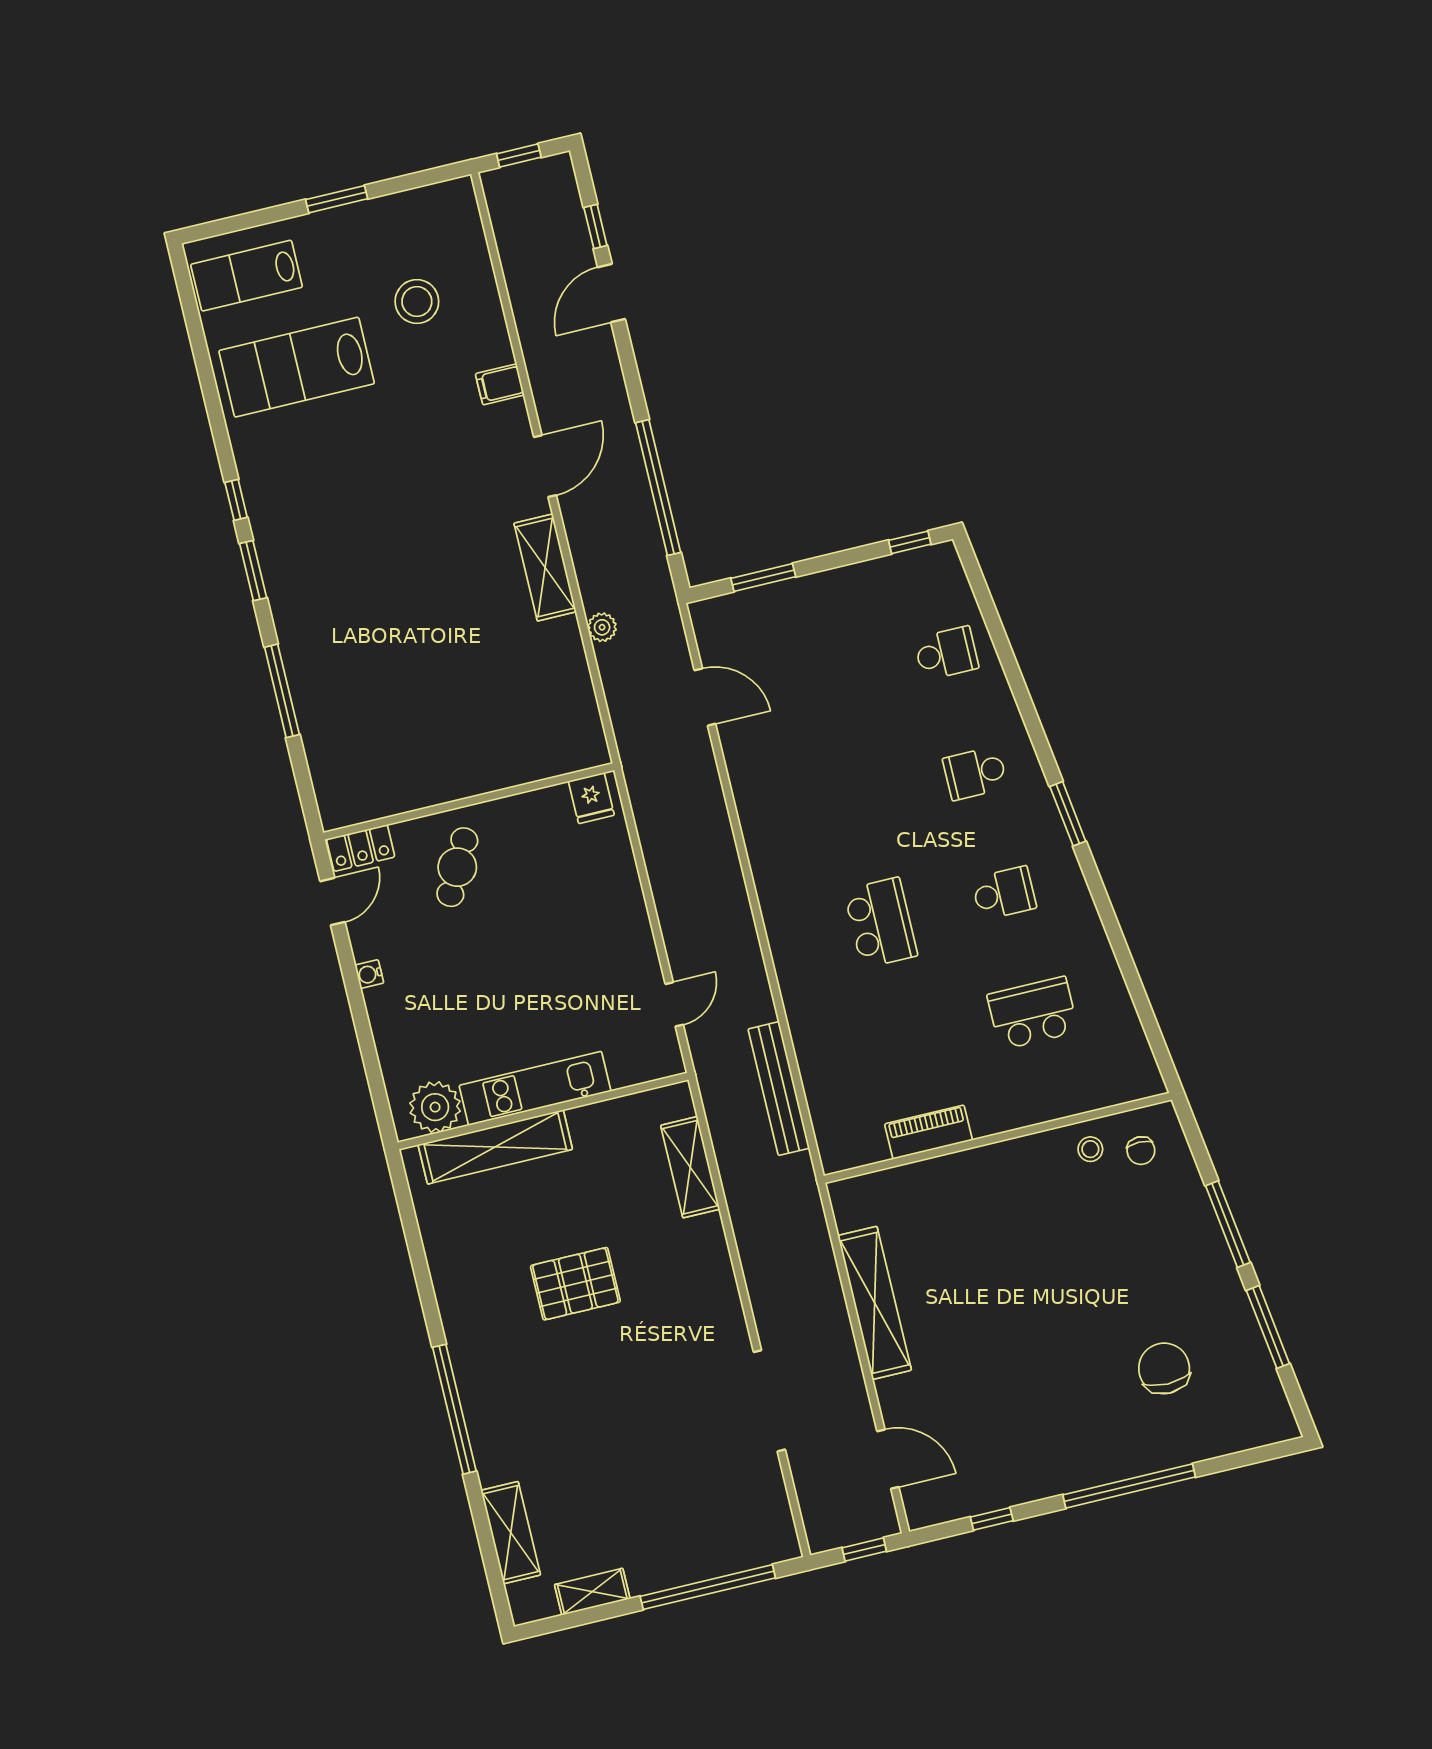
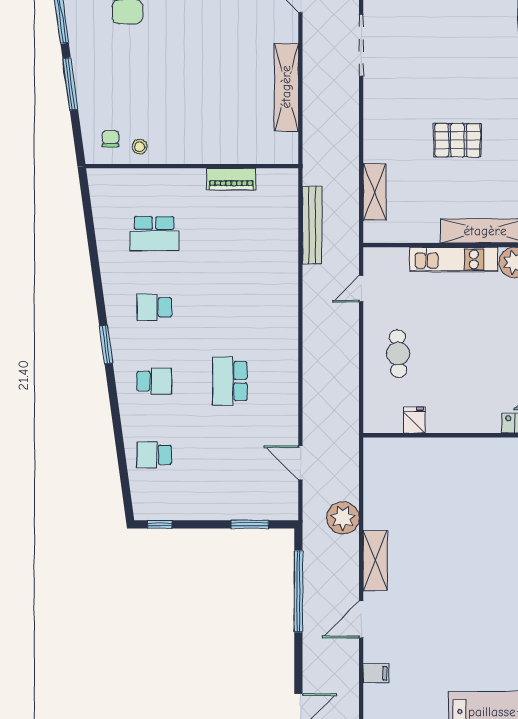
plant: (602, 627) -> (343, 518), width x1.88, depth x1.88
fridge: (591, 798) -> (414, 420), moved
cafe table: (457, 867) -> (398, 354), moved, turned -30
school desk: (881, 923) -> (230, 381), moved

